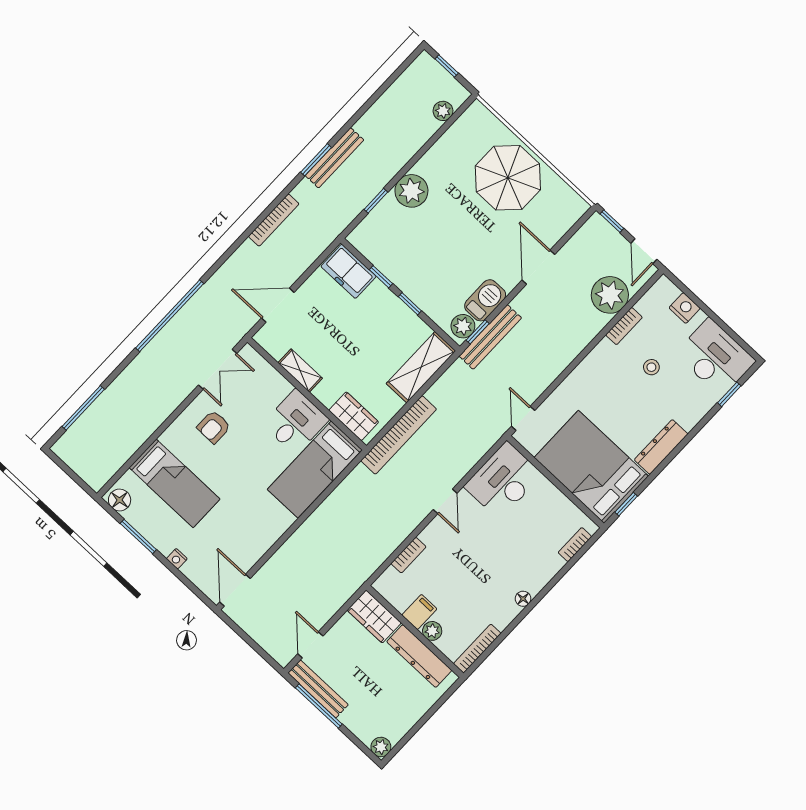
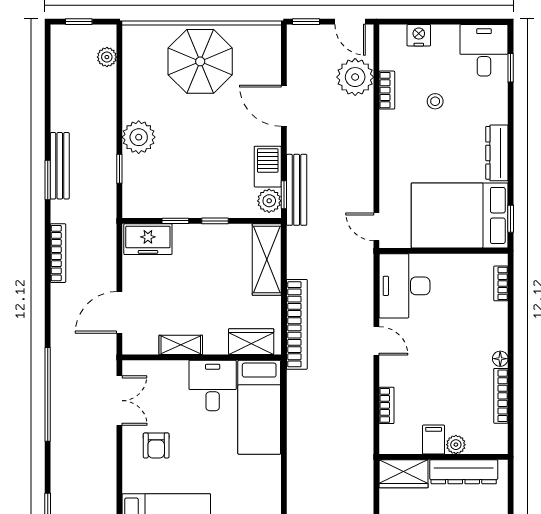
desk: (715, 357) -> (484, 50), width x0.73
bookcase: (477, 649) -> (501, 396), moved

